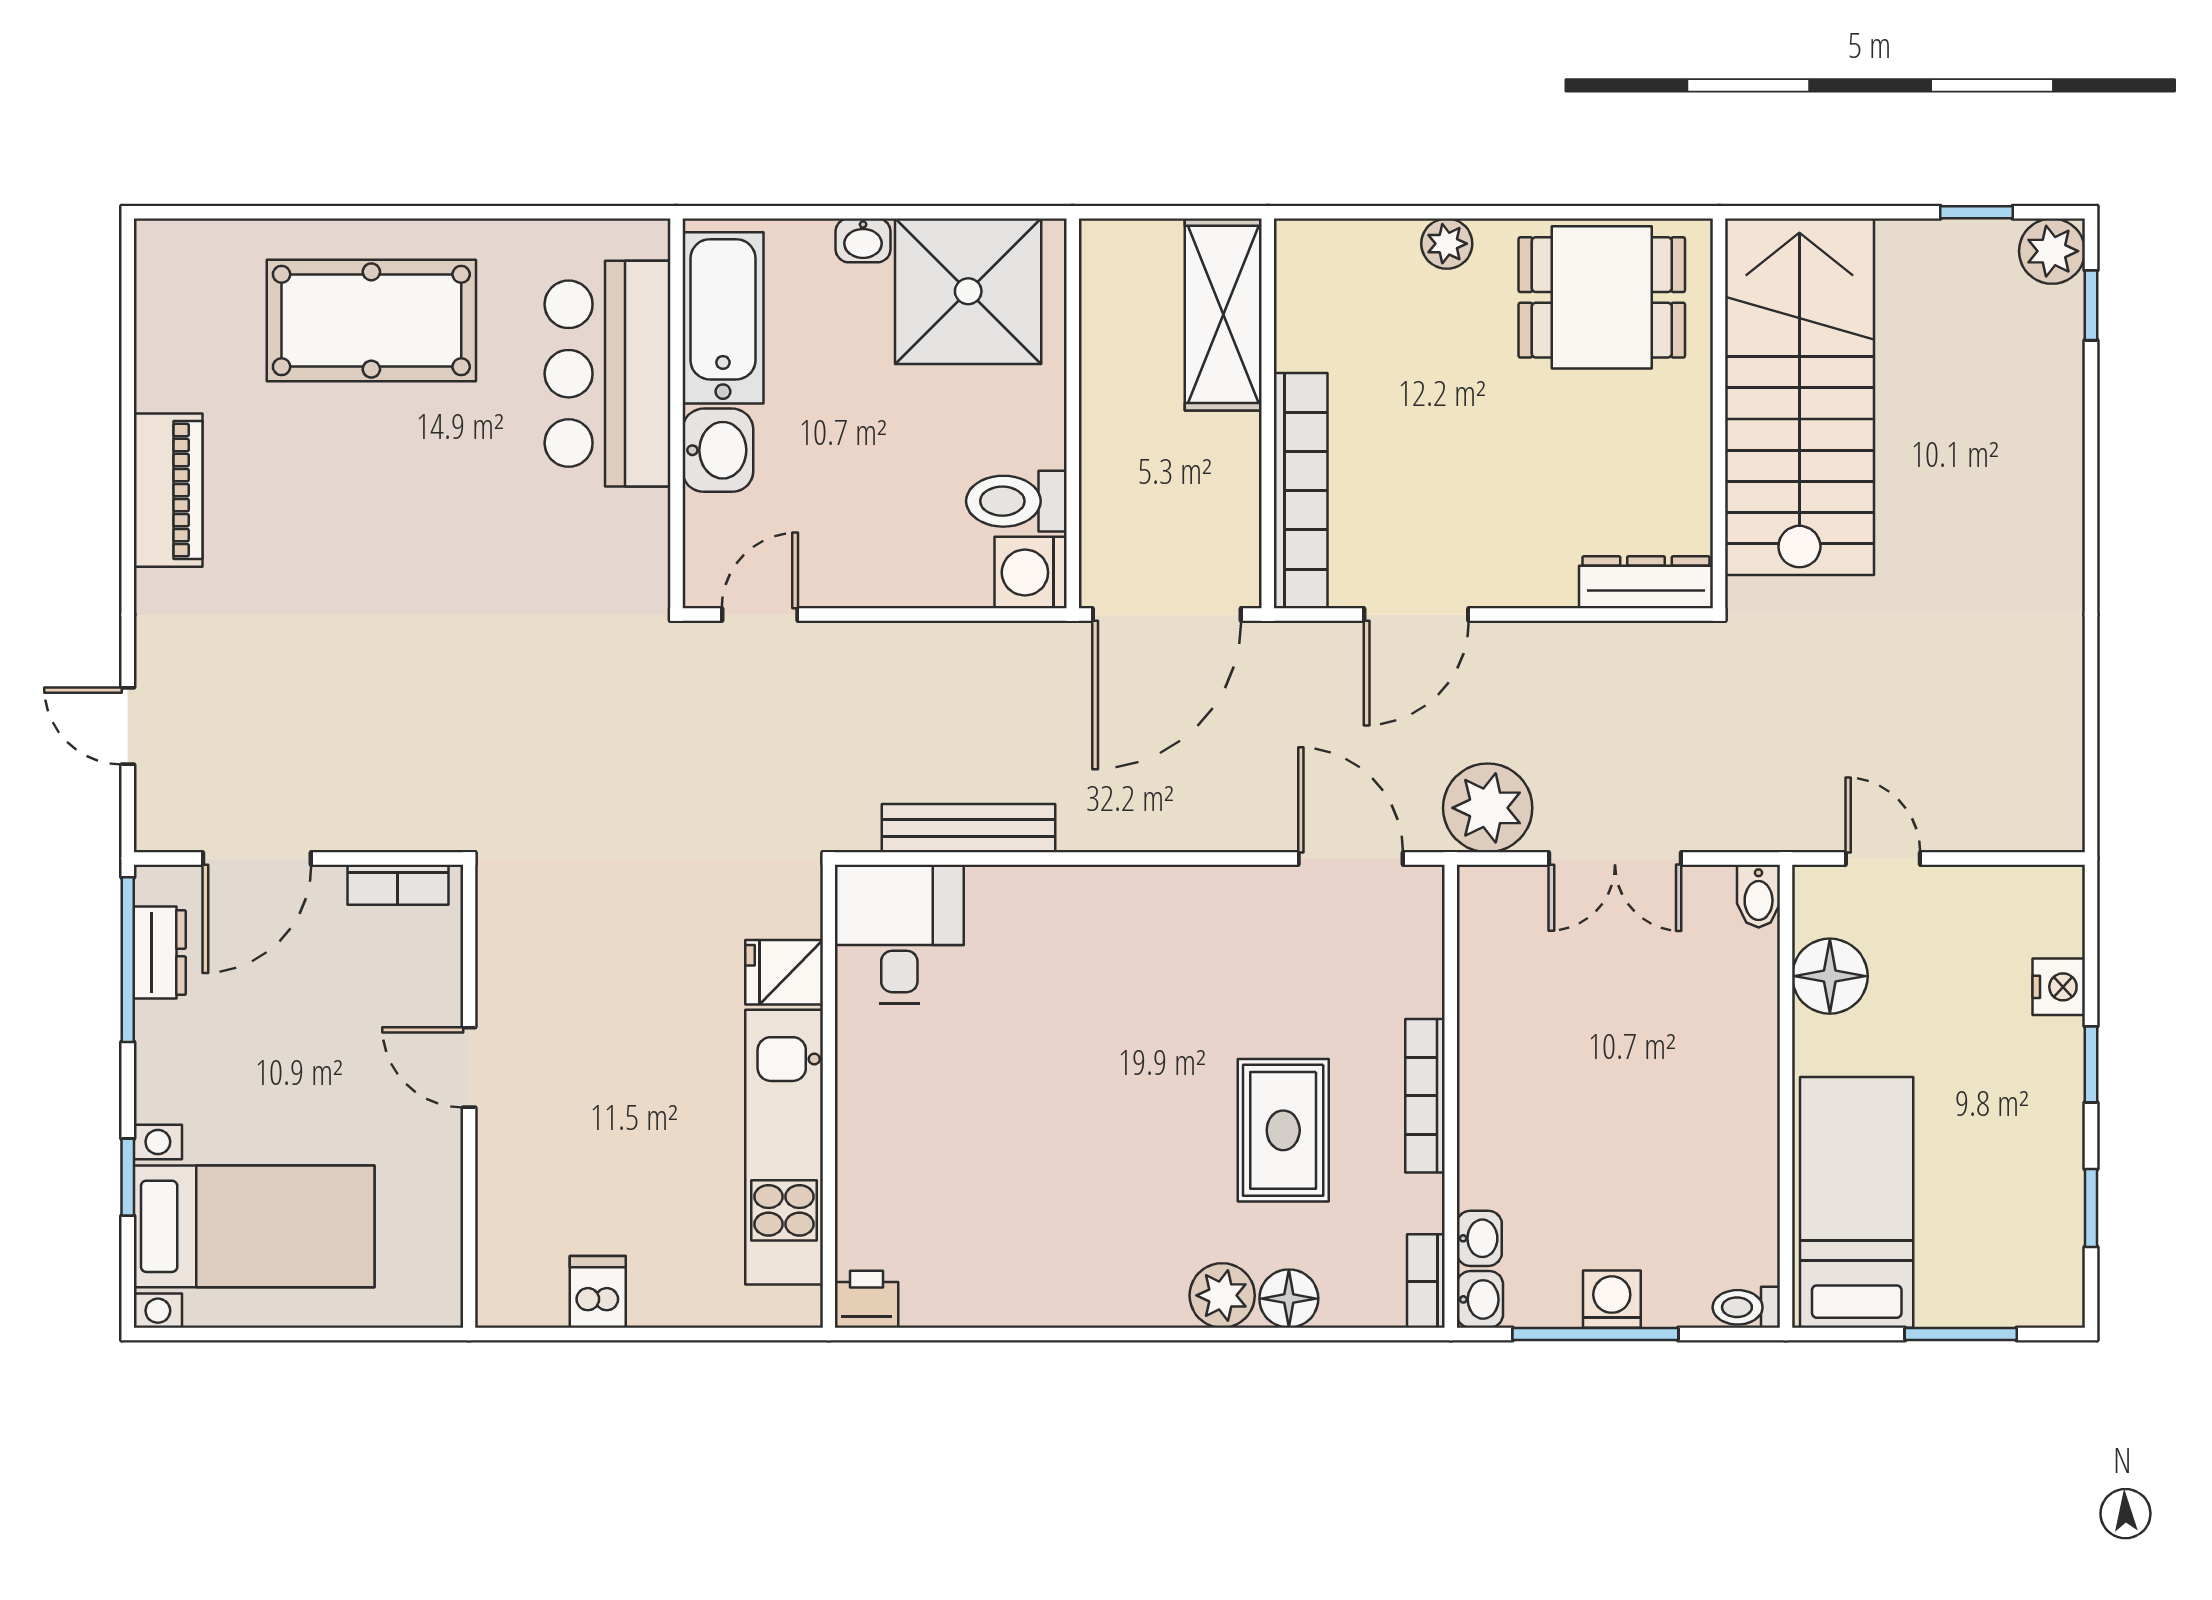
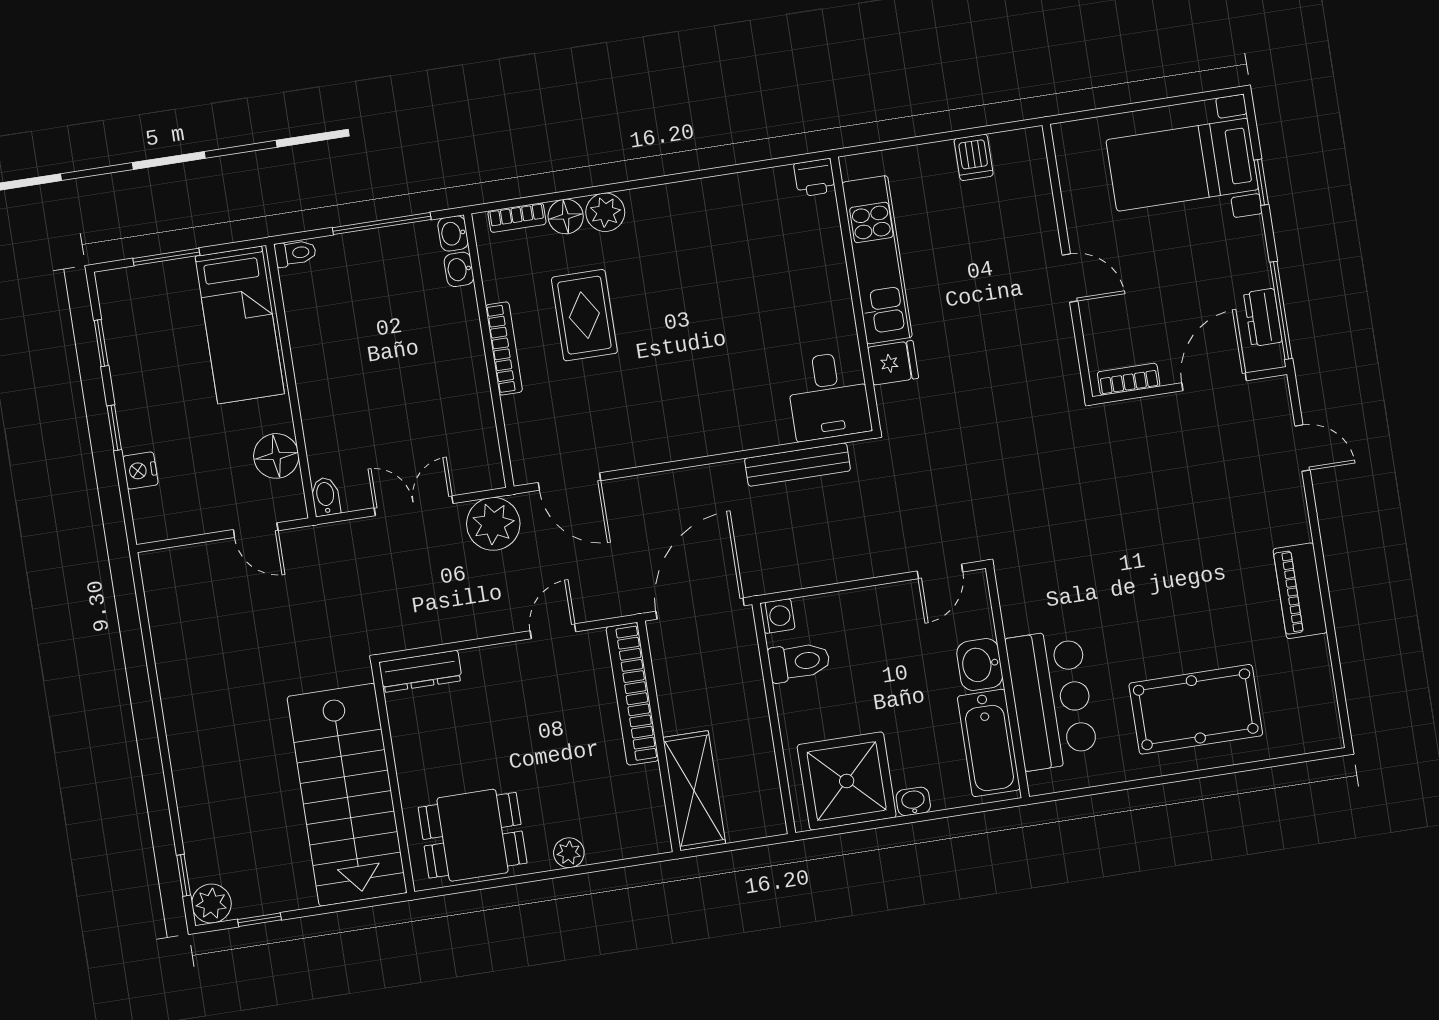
washing machine: (1031, 573) -> (777, 616), width x0.73, depth x0.73
door: (1416, 615) -> (553, 631), width x0.73
bookcase: (1426, 1281) -> (517, 218), moved, turned 90
washing machine: (1612, 1299) -> (375, 246), removed

